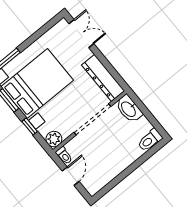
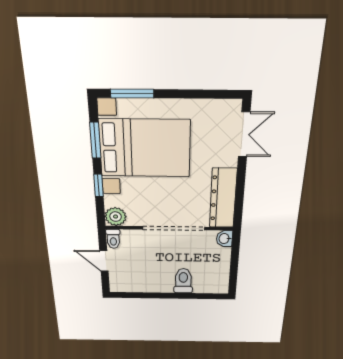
washbasin: (129, 109) -> (224, 239), width x0.52, depth x0.69
toilet: (150, 140) -> (183, 281), moved, turned 90
door: (71, 176) -> (104, 261), swing flipped

